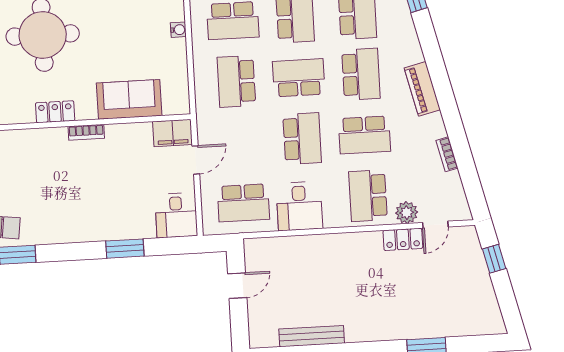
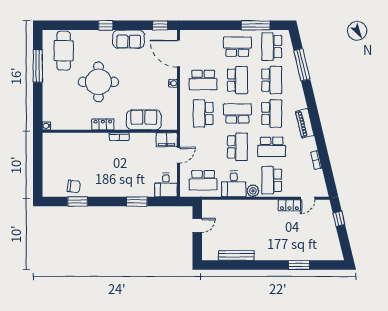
plant: (407, 213) -> (253, 191), moved

